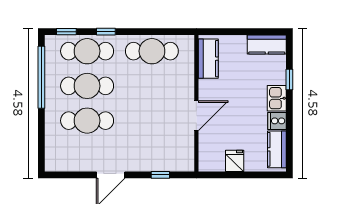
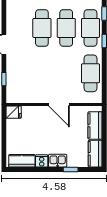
kitchen counter: (208, 59) -> (95, 125), moved, turned 90
door: (196, 116) -> (59, 104), moved
fridge: (235, 161) -> (14, 112), moved

